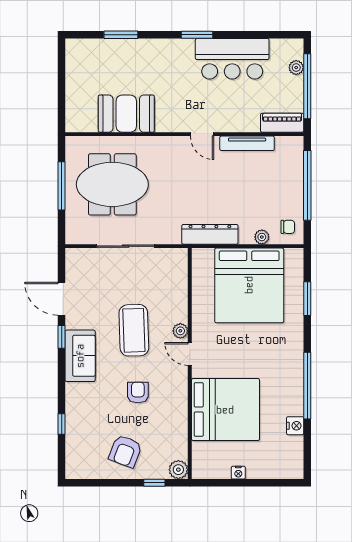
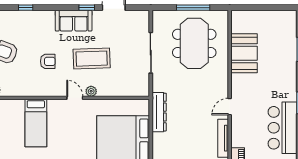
plant: (262, 237) -> (157, 149), removed
door: (190, 354) -> (75, 98), hinge flipped
bed: (225, 410) -> (36, 123), width x0.49

